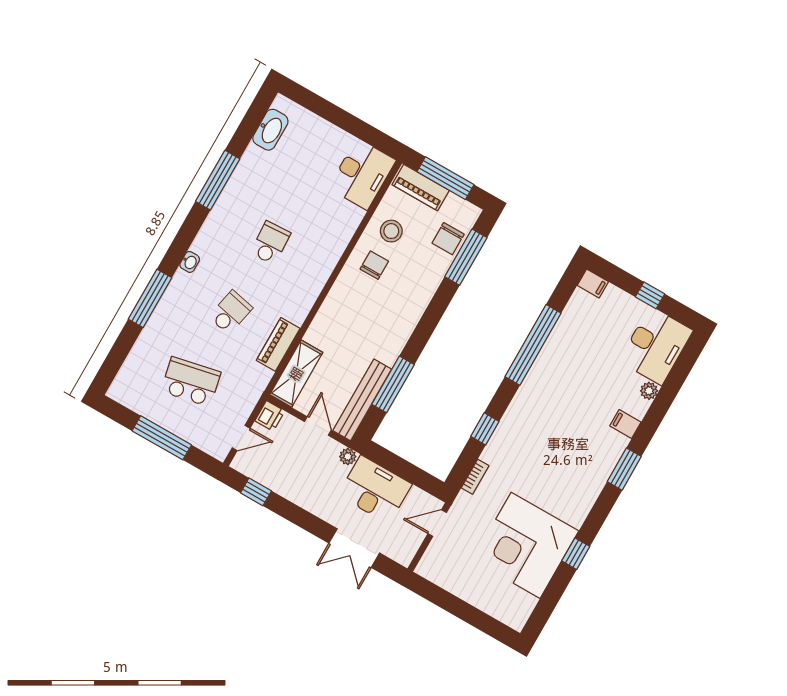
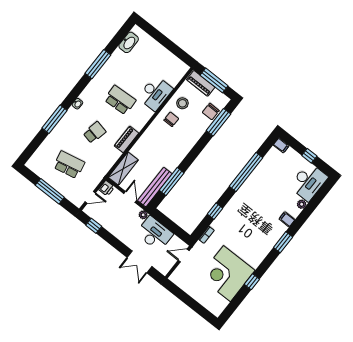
desk: (362, 174) -> (155, 93), moved
school desk: (270, 243) -> (120, 100), width x1.85
piano: (278, 344) -> (126, 139), moved

